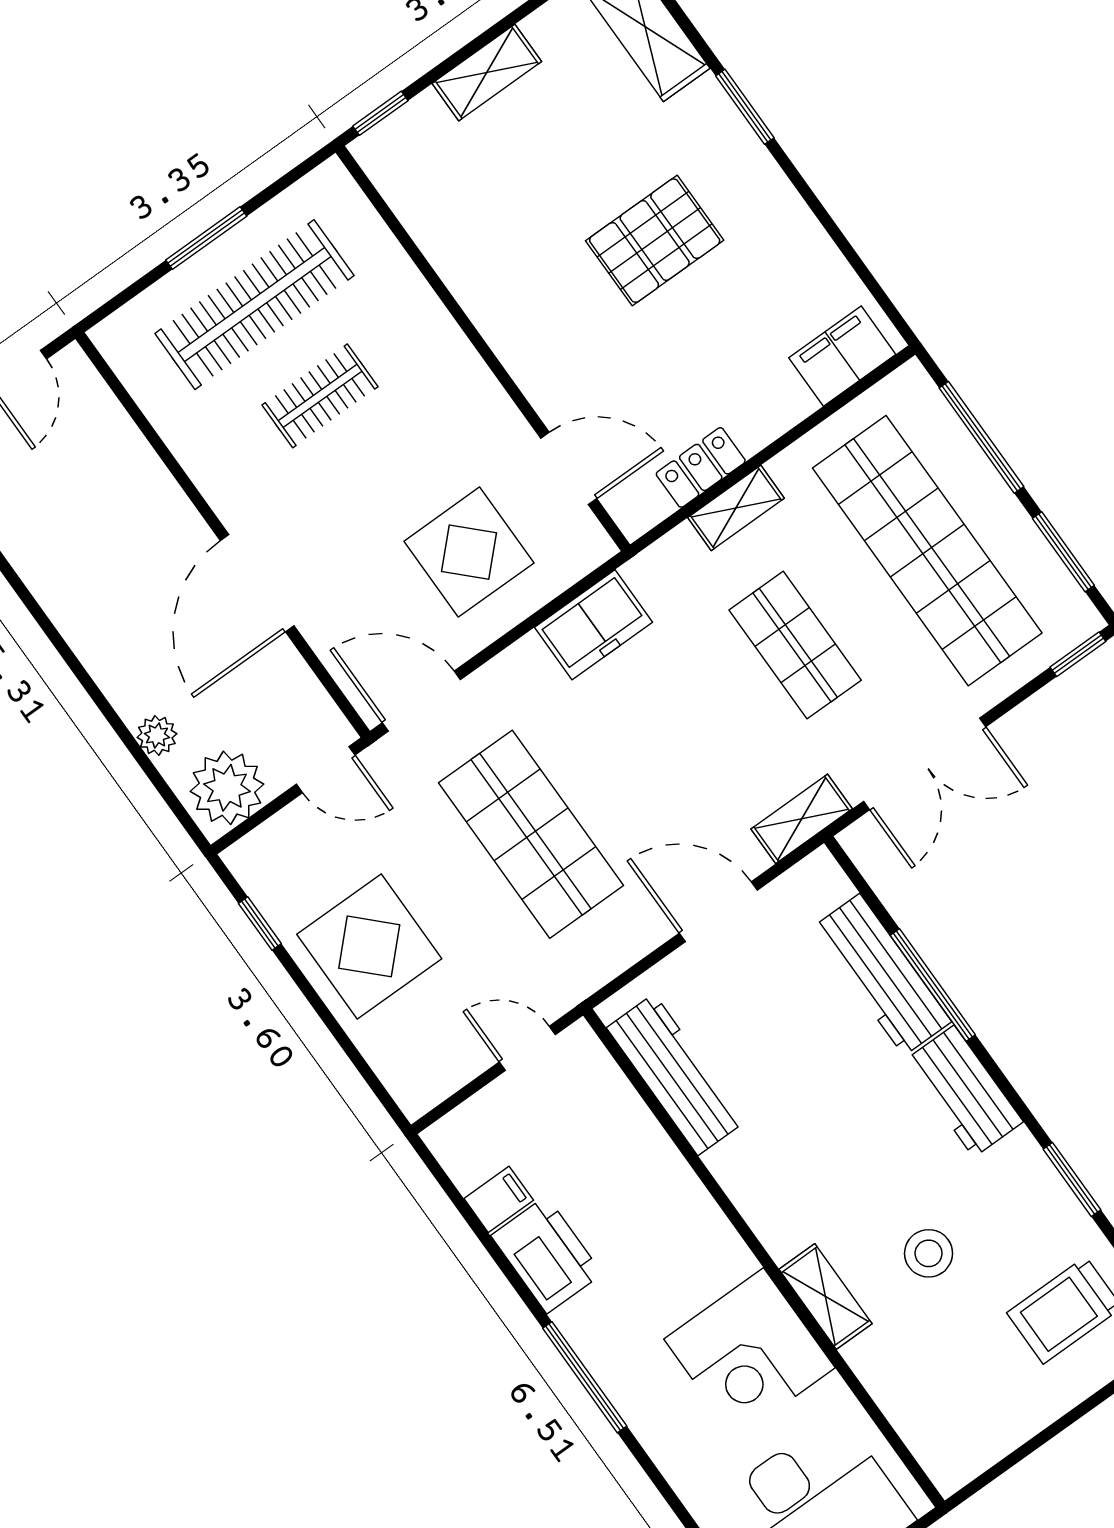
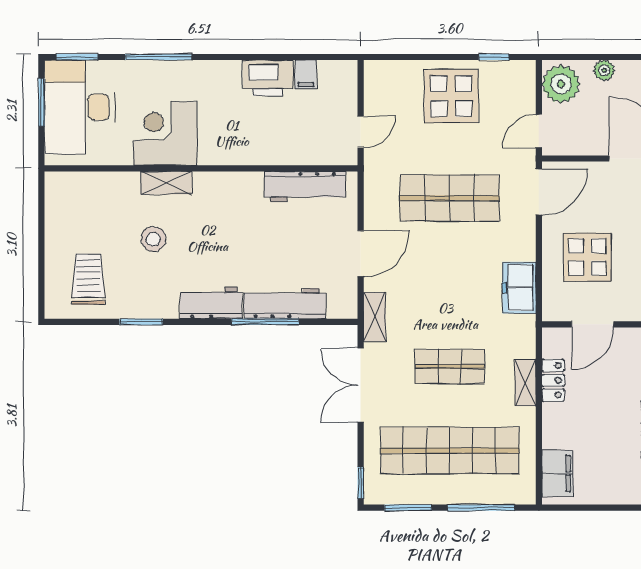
window: (585, 1377) -> (158, 57), moved

